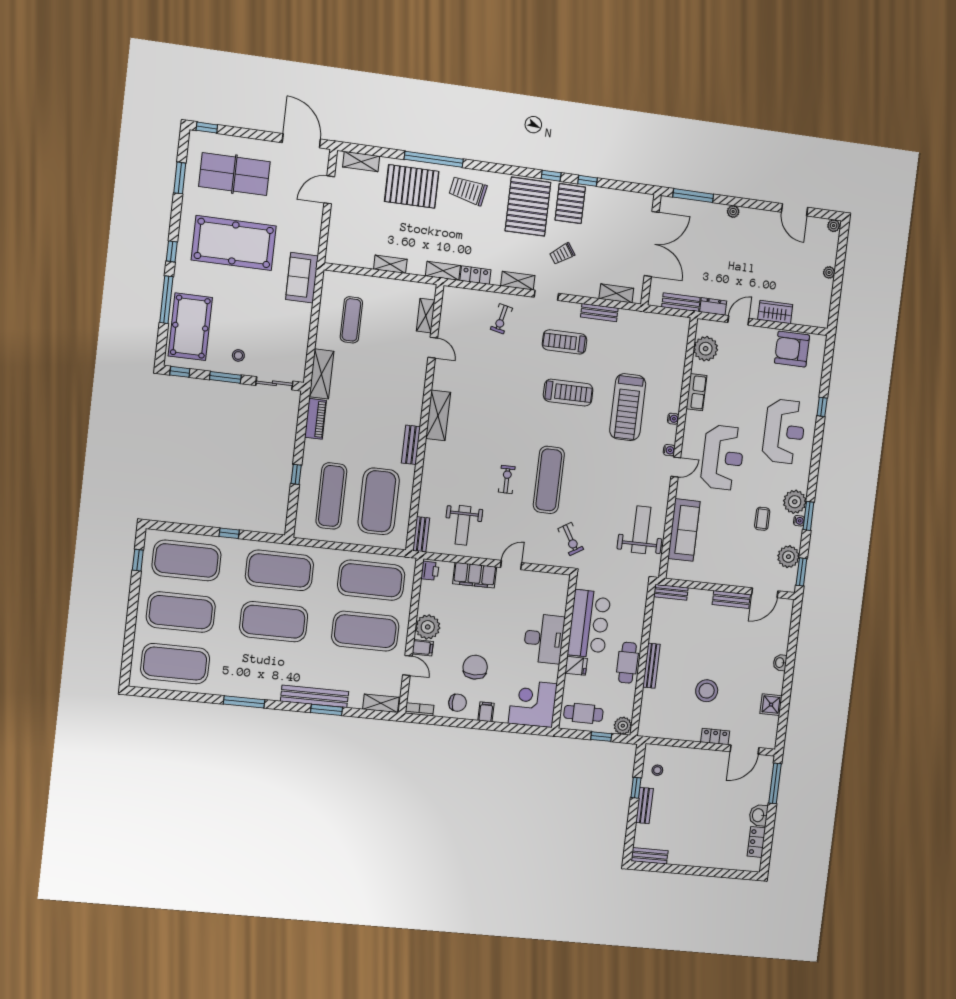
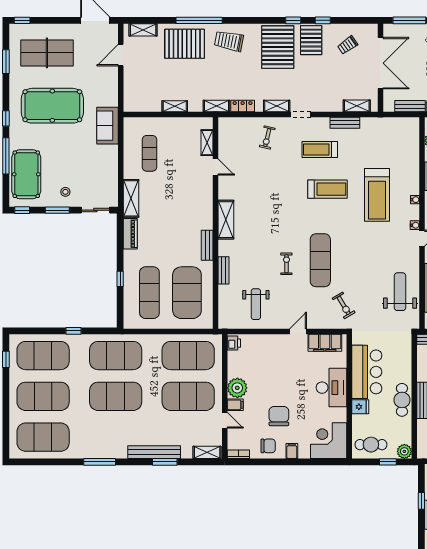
trolley: (562, 254) -> (348, 45), moved
bench: (421, 534) -> (223, 270), moved
filing cabinet: (475, 575) -> (325, 343), moved

